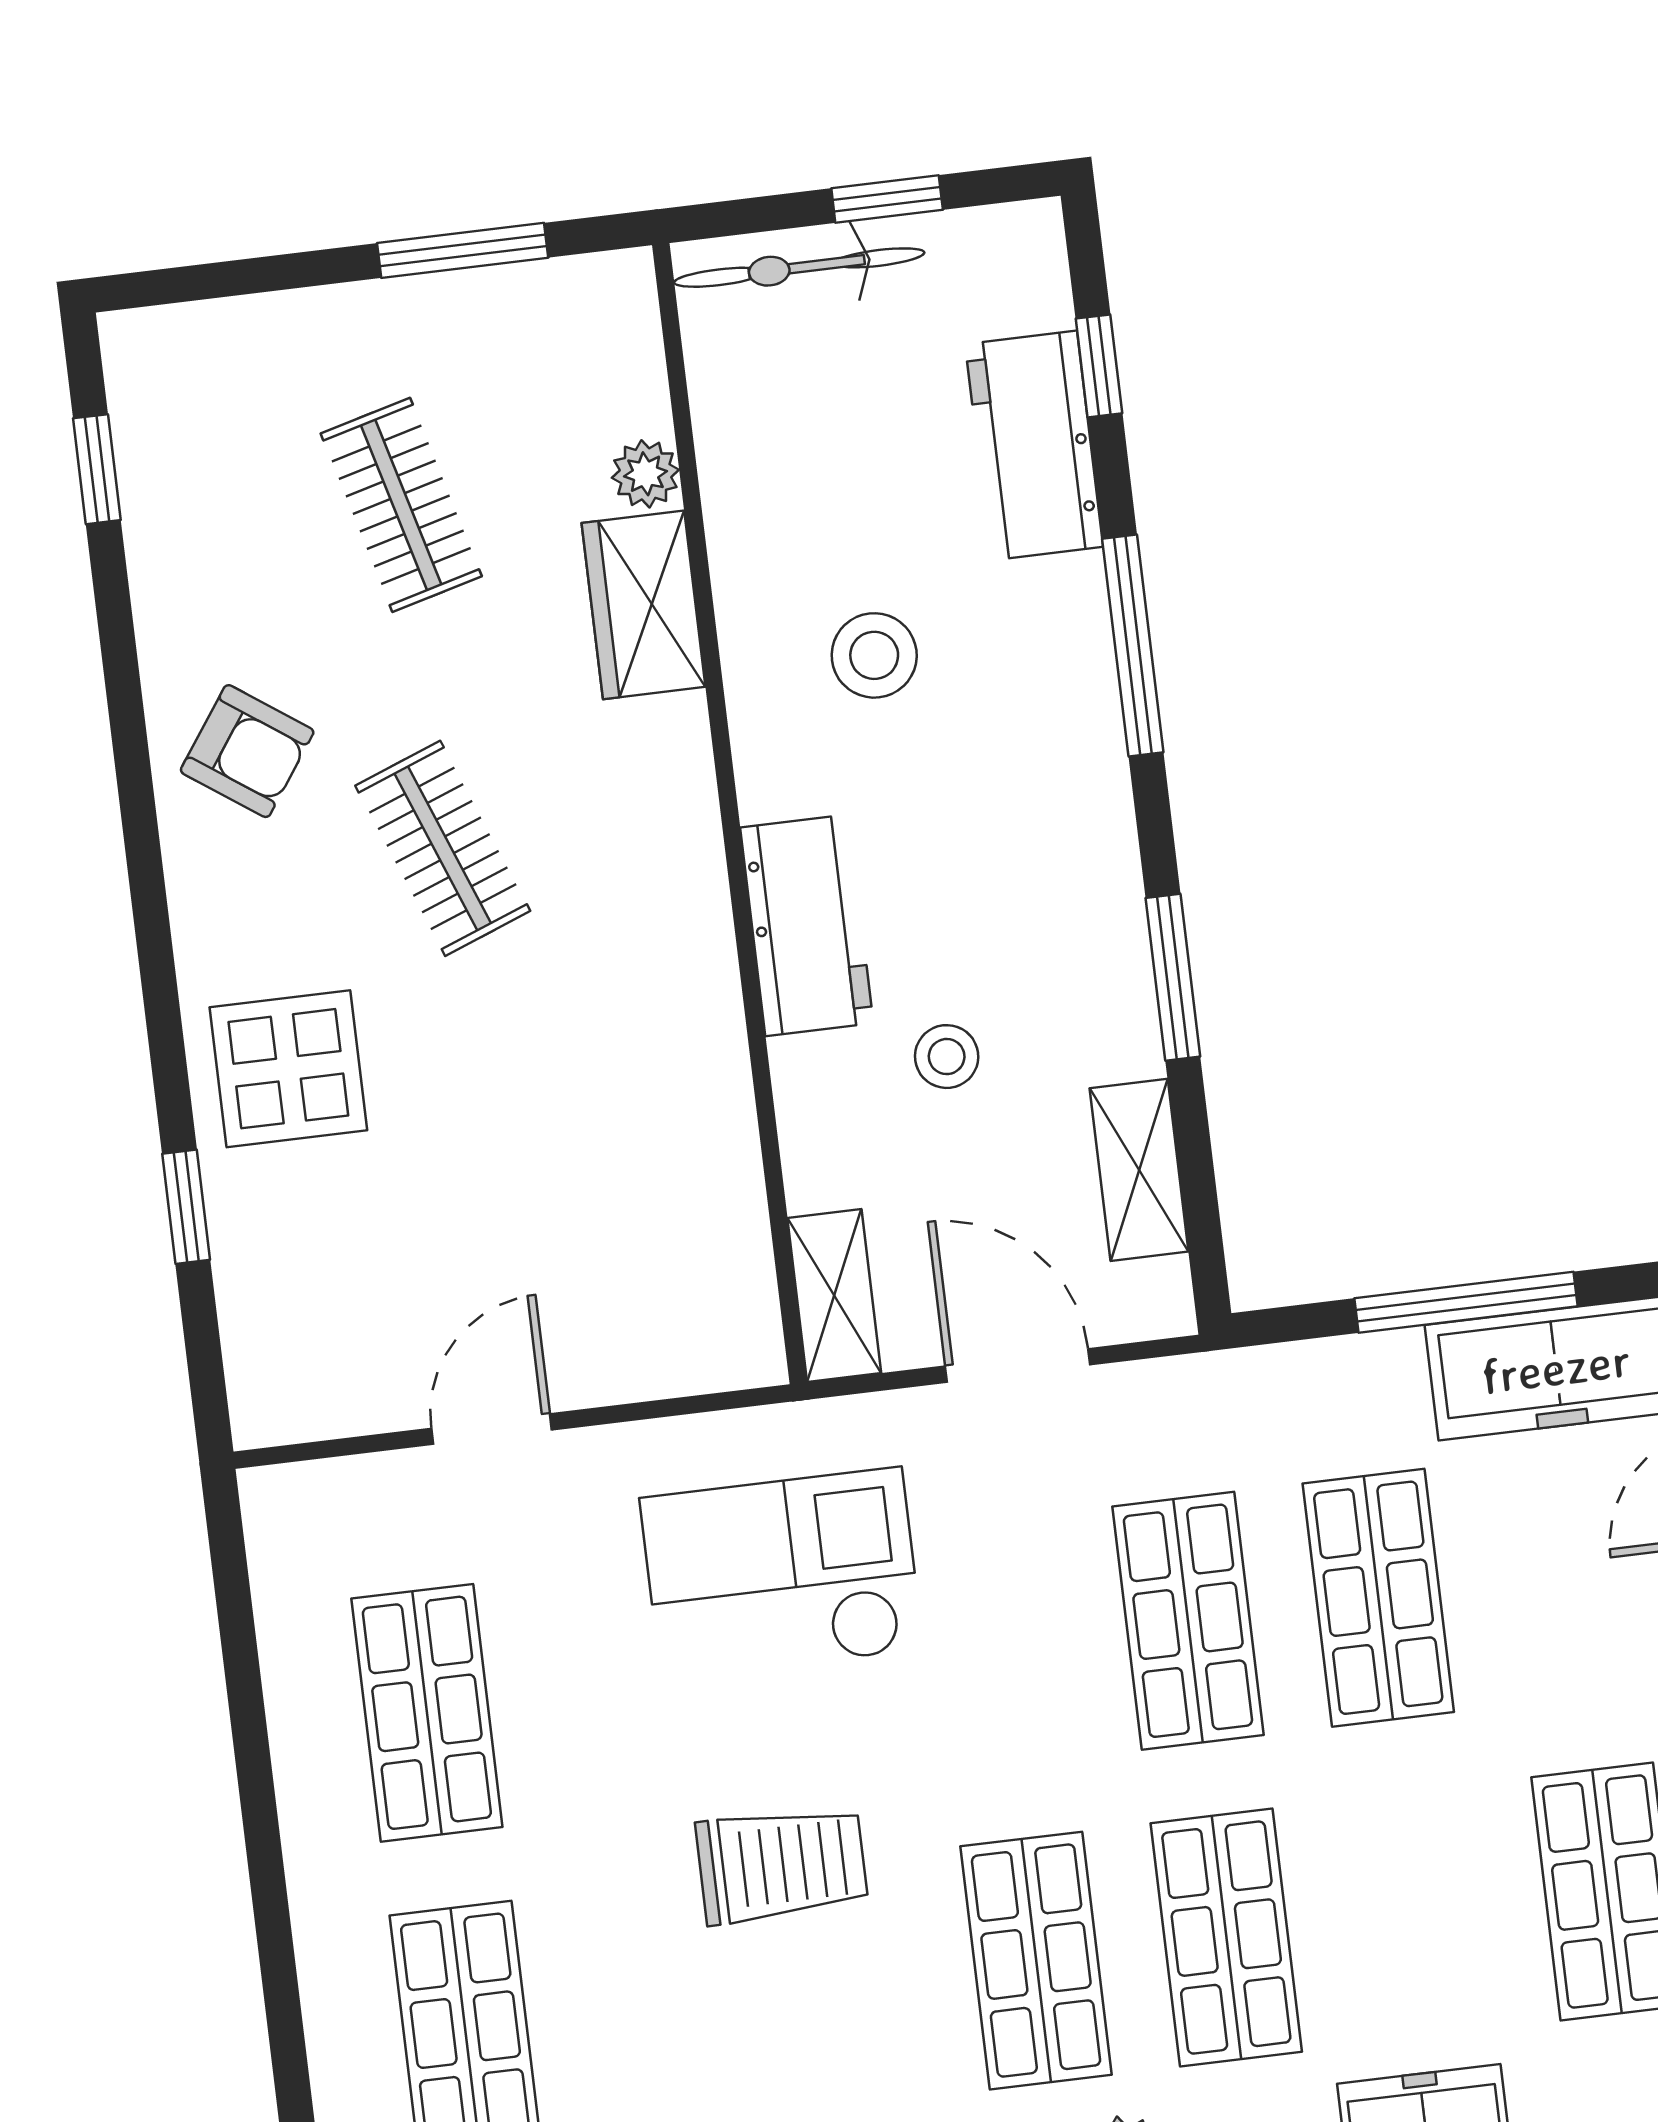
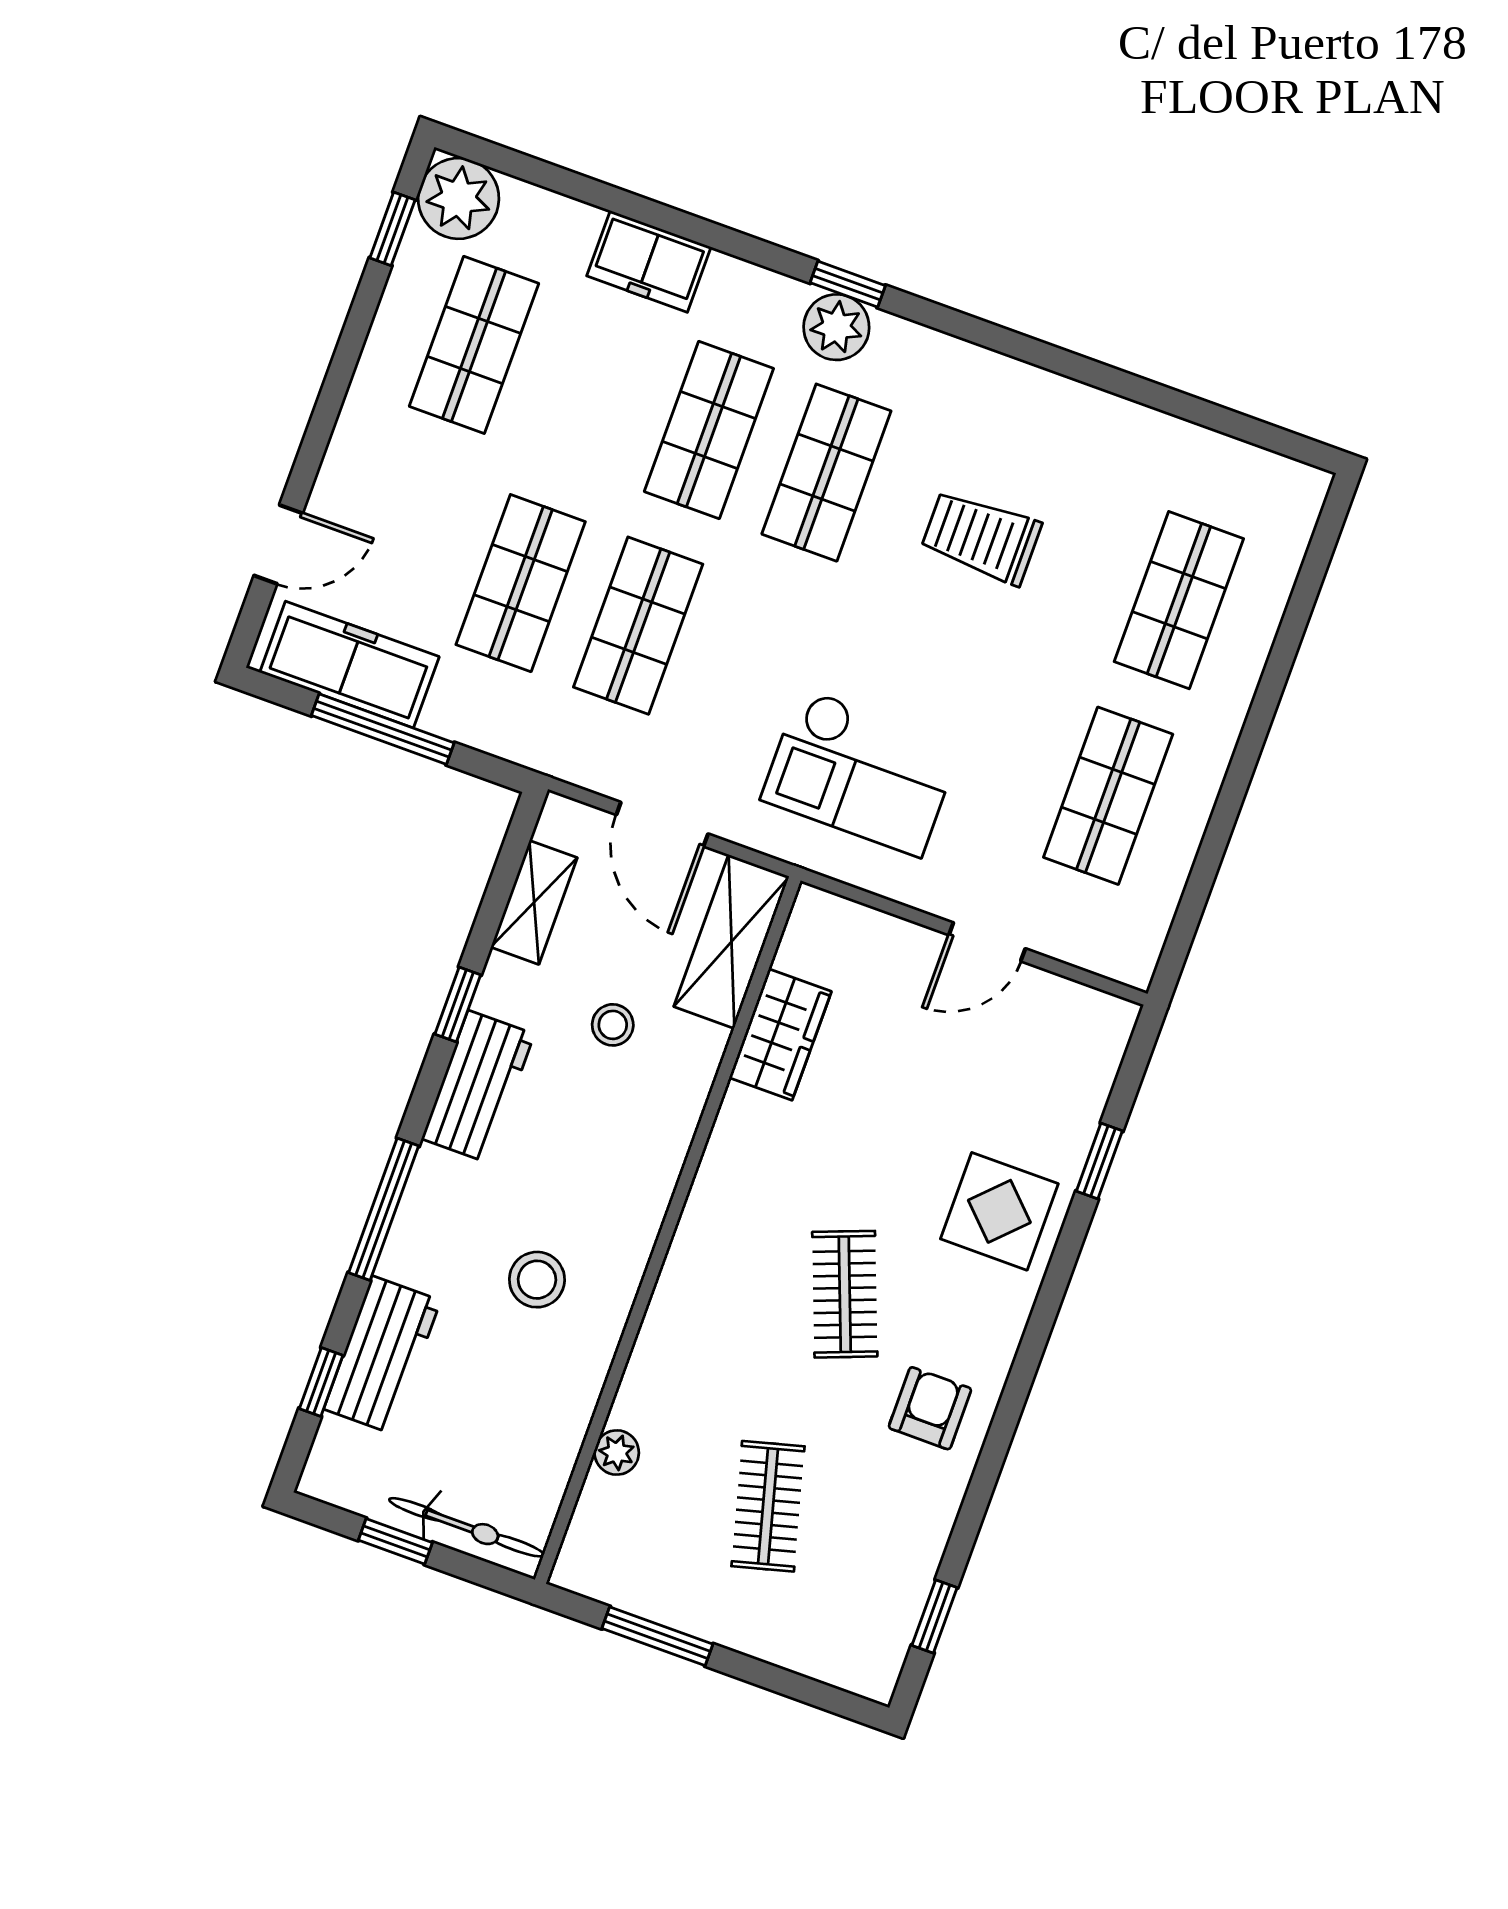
wardrobe: (644, 605) -> (780, 1035), moved
armchair: (247, 751) -> (930, 1408), turned 55
workbench: (807, 925) -> (478, 1086), moved, turned 180
window: (1173, 977) -> (458, 1005), width x0.67
shelving: (834, 1295) -> (732, 941), width x1.50, depth x1.33
trolley: (782, 1865) -> (981, 537), moved

